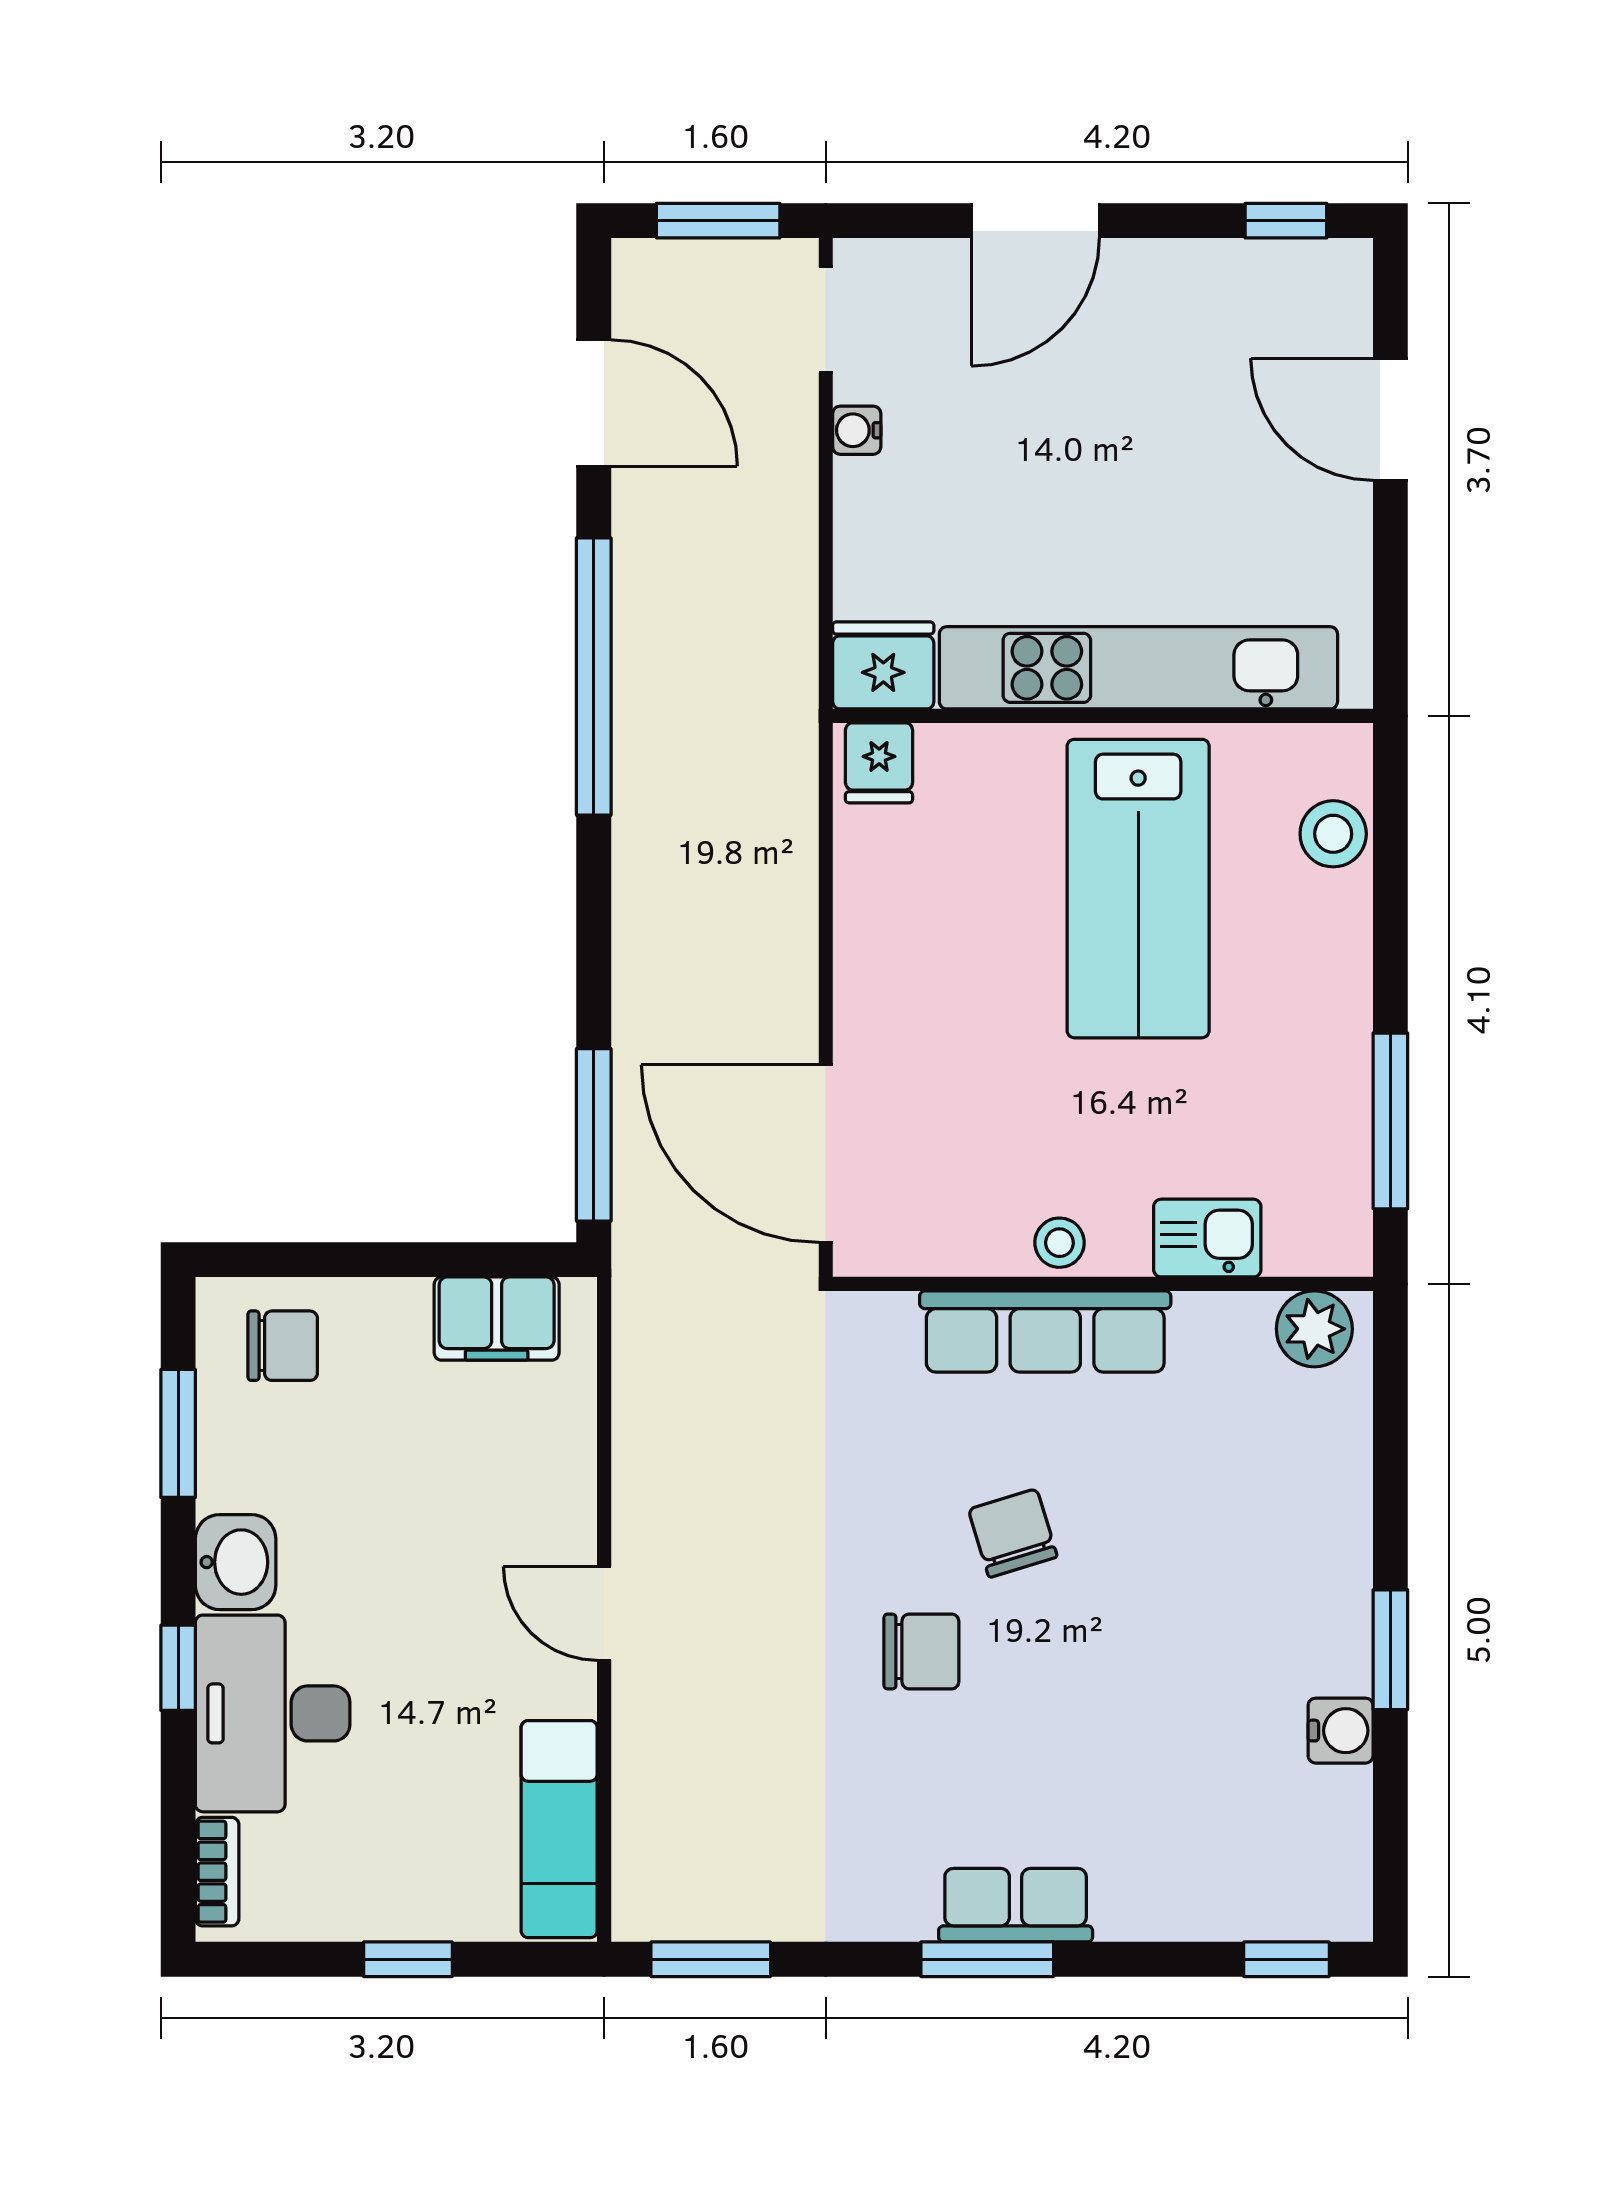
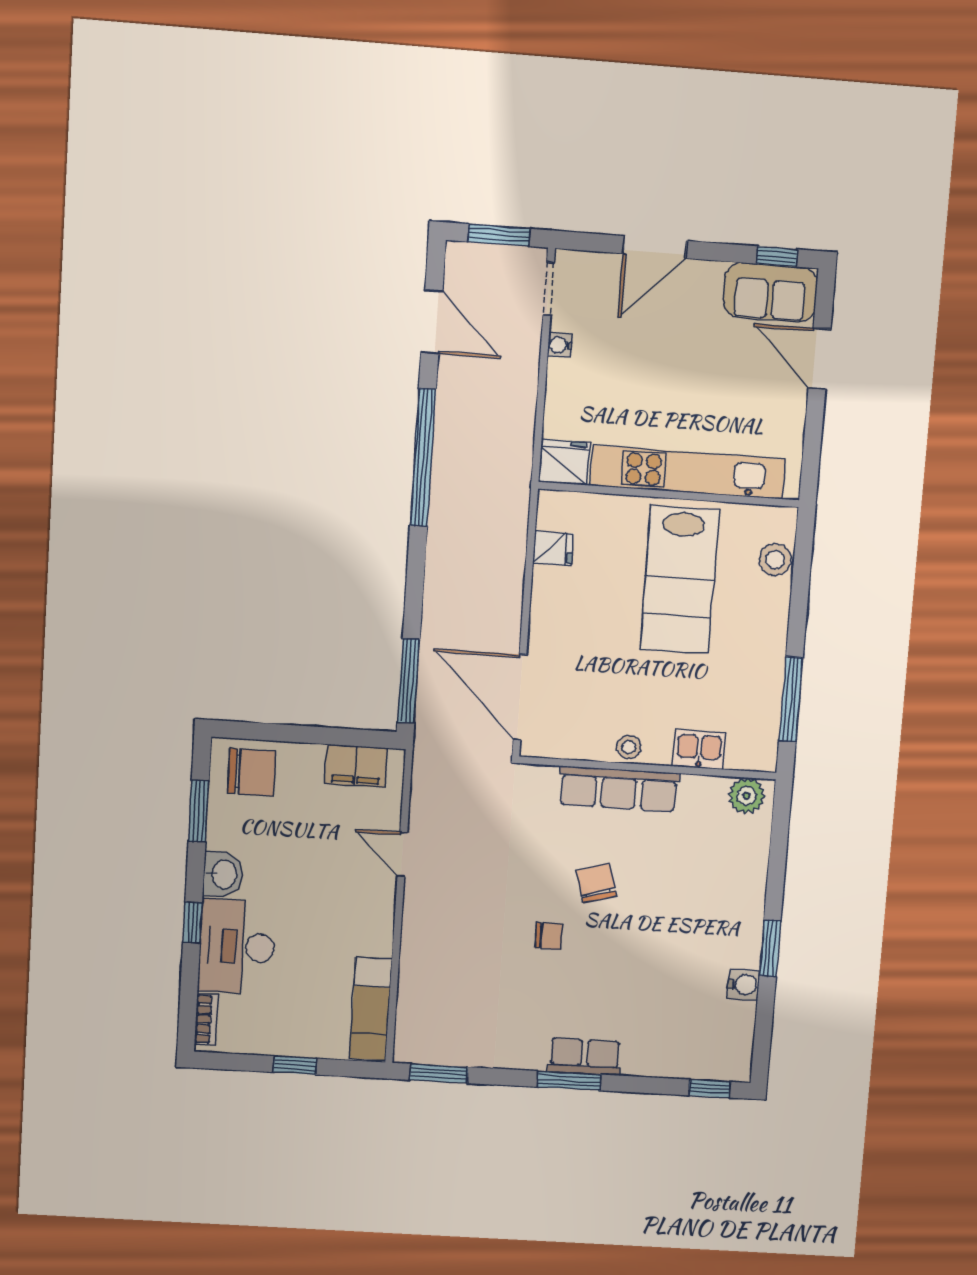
sofa: (1278, 293) -> (770, 292), added
fridge: (879, 763) -> (553, 548), moved, turned -90
chair: (283, 1346) -> (252, 772), width x1.37, depth x1.37
door: (604, 1613) -> (402, 855), moved
chair: (921, 1651) -> (549, 936), width x0.73, depth x0.73

